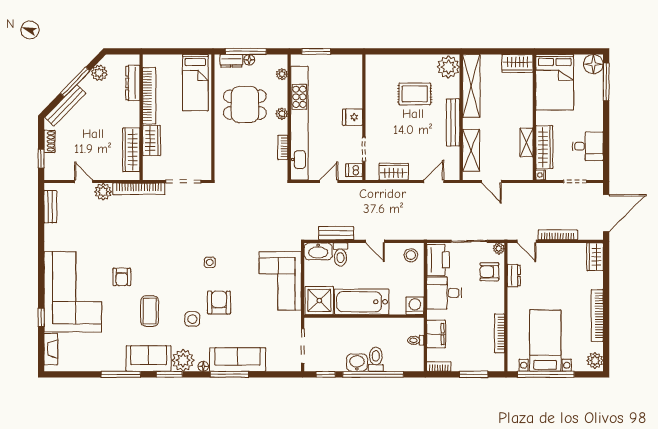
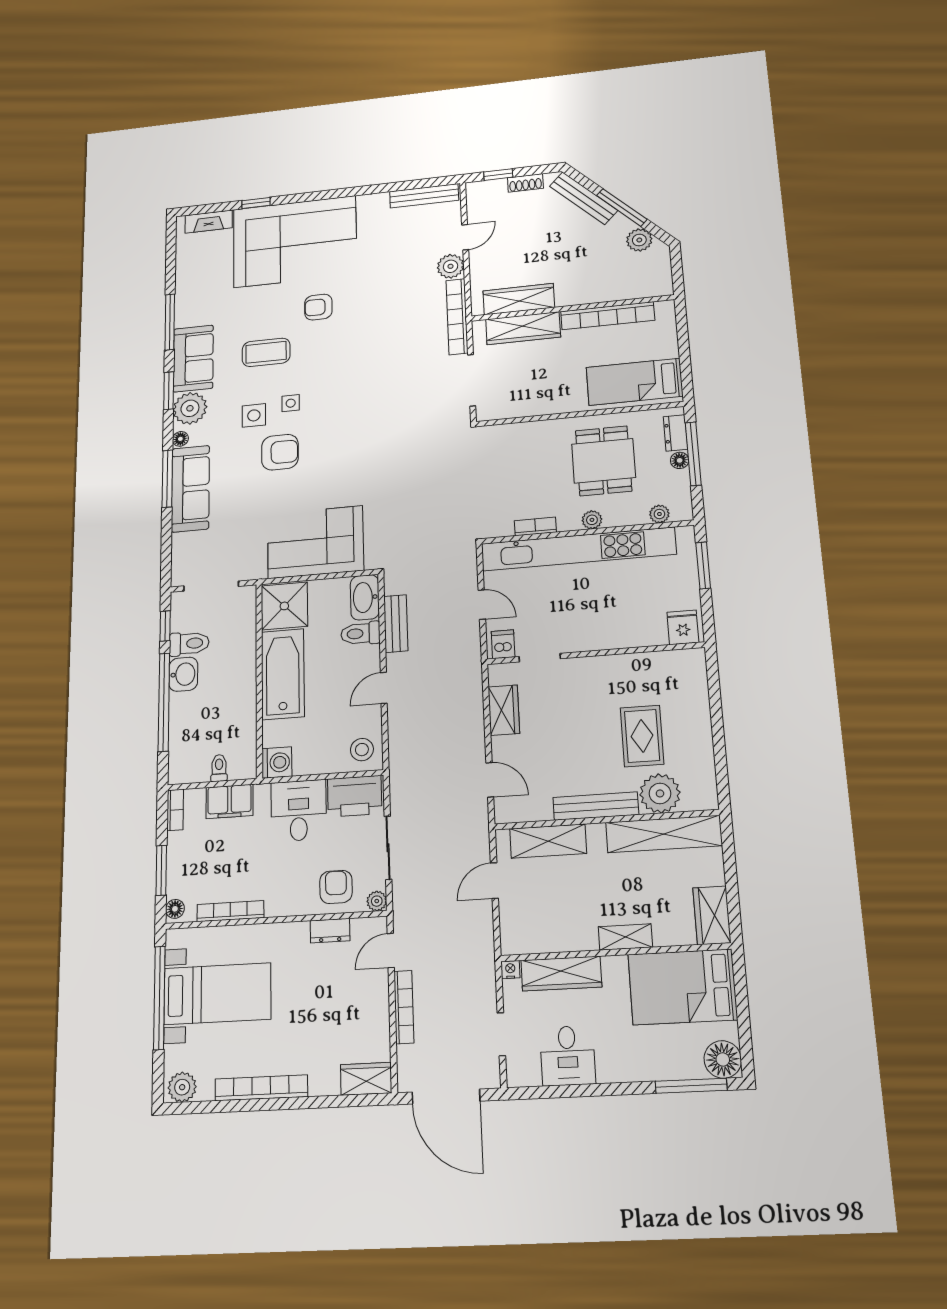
plant: (448, 67) -> (660, 793), moved
dresser: (133, 83) -> (627, 290), removed
fridge: (353, 117) -> (683, 627), moved
wardrobe: (152, 141) -> (523, 328), width x1.50
shelving: (526, 142) -> (625, 937), moved
bench: (50, 207) -> (424, 196), width x1.36
side table: (210, 262) -> (291, 403), moved
toilet: (376, 359) -> (189, 644), moved
floor lamp: (496, 366) -> (175, 909), added

